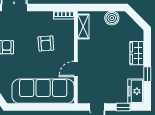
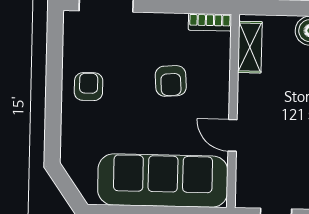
door: (76, 69) -> (232, 135), hinge flipped

